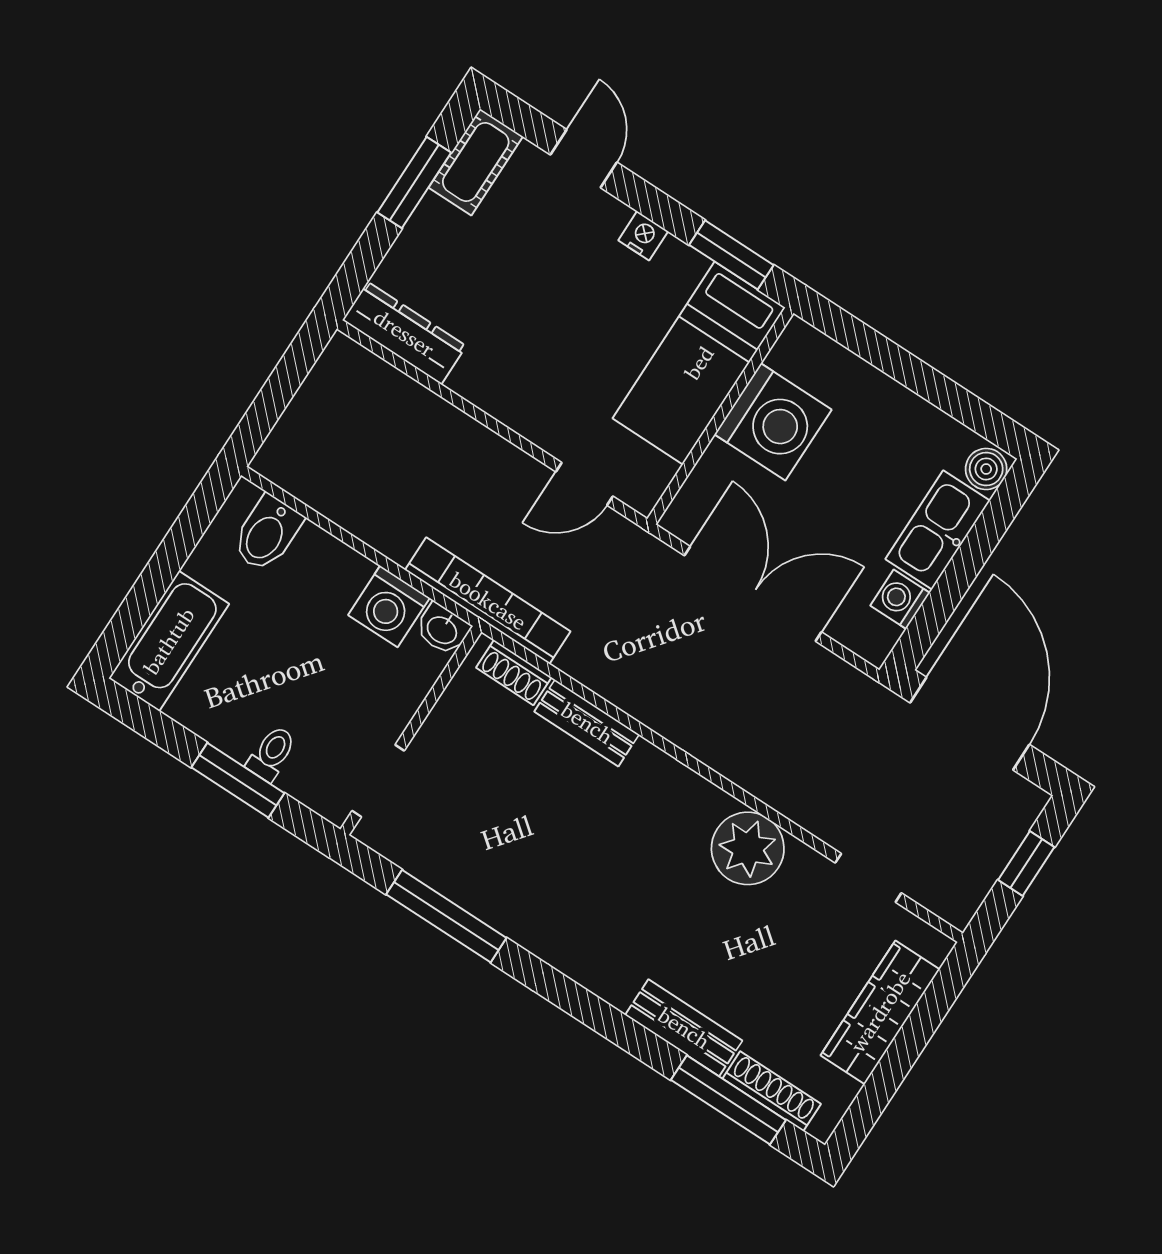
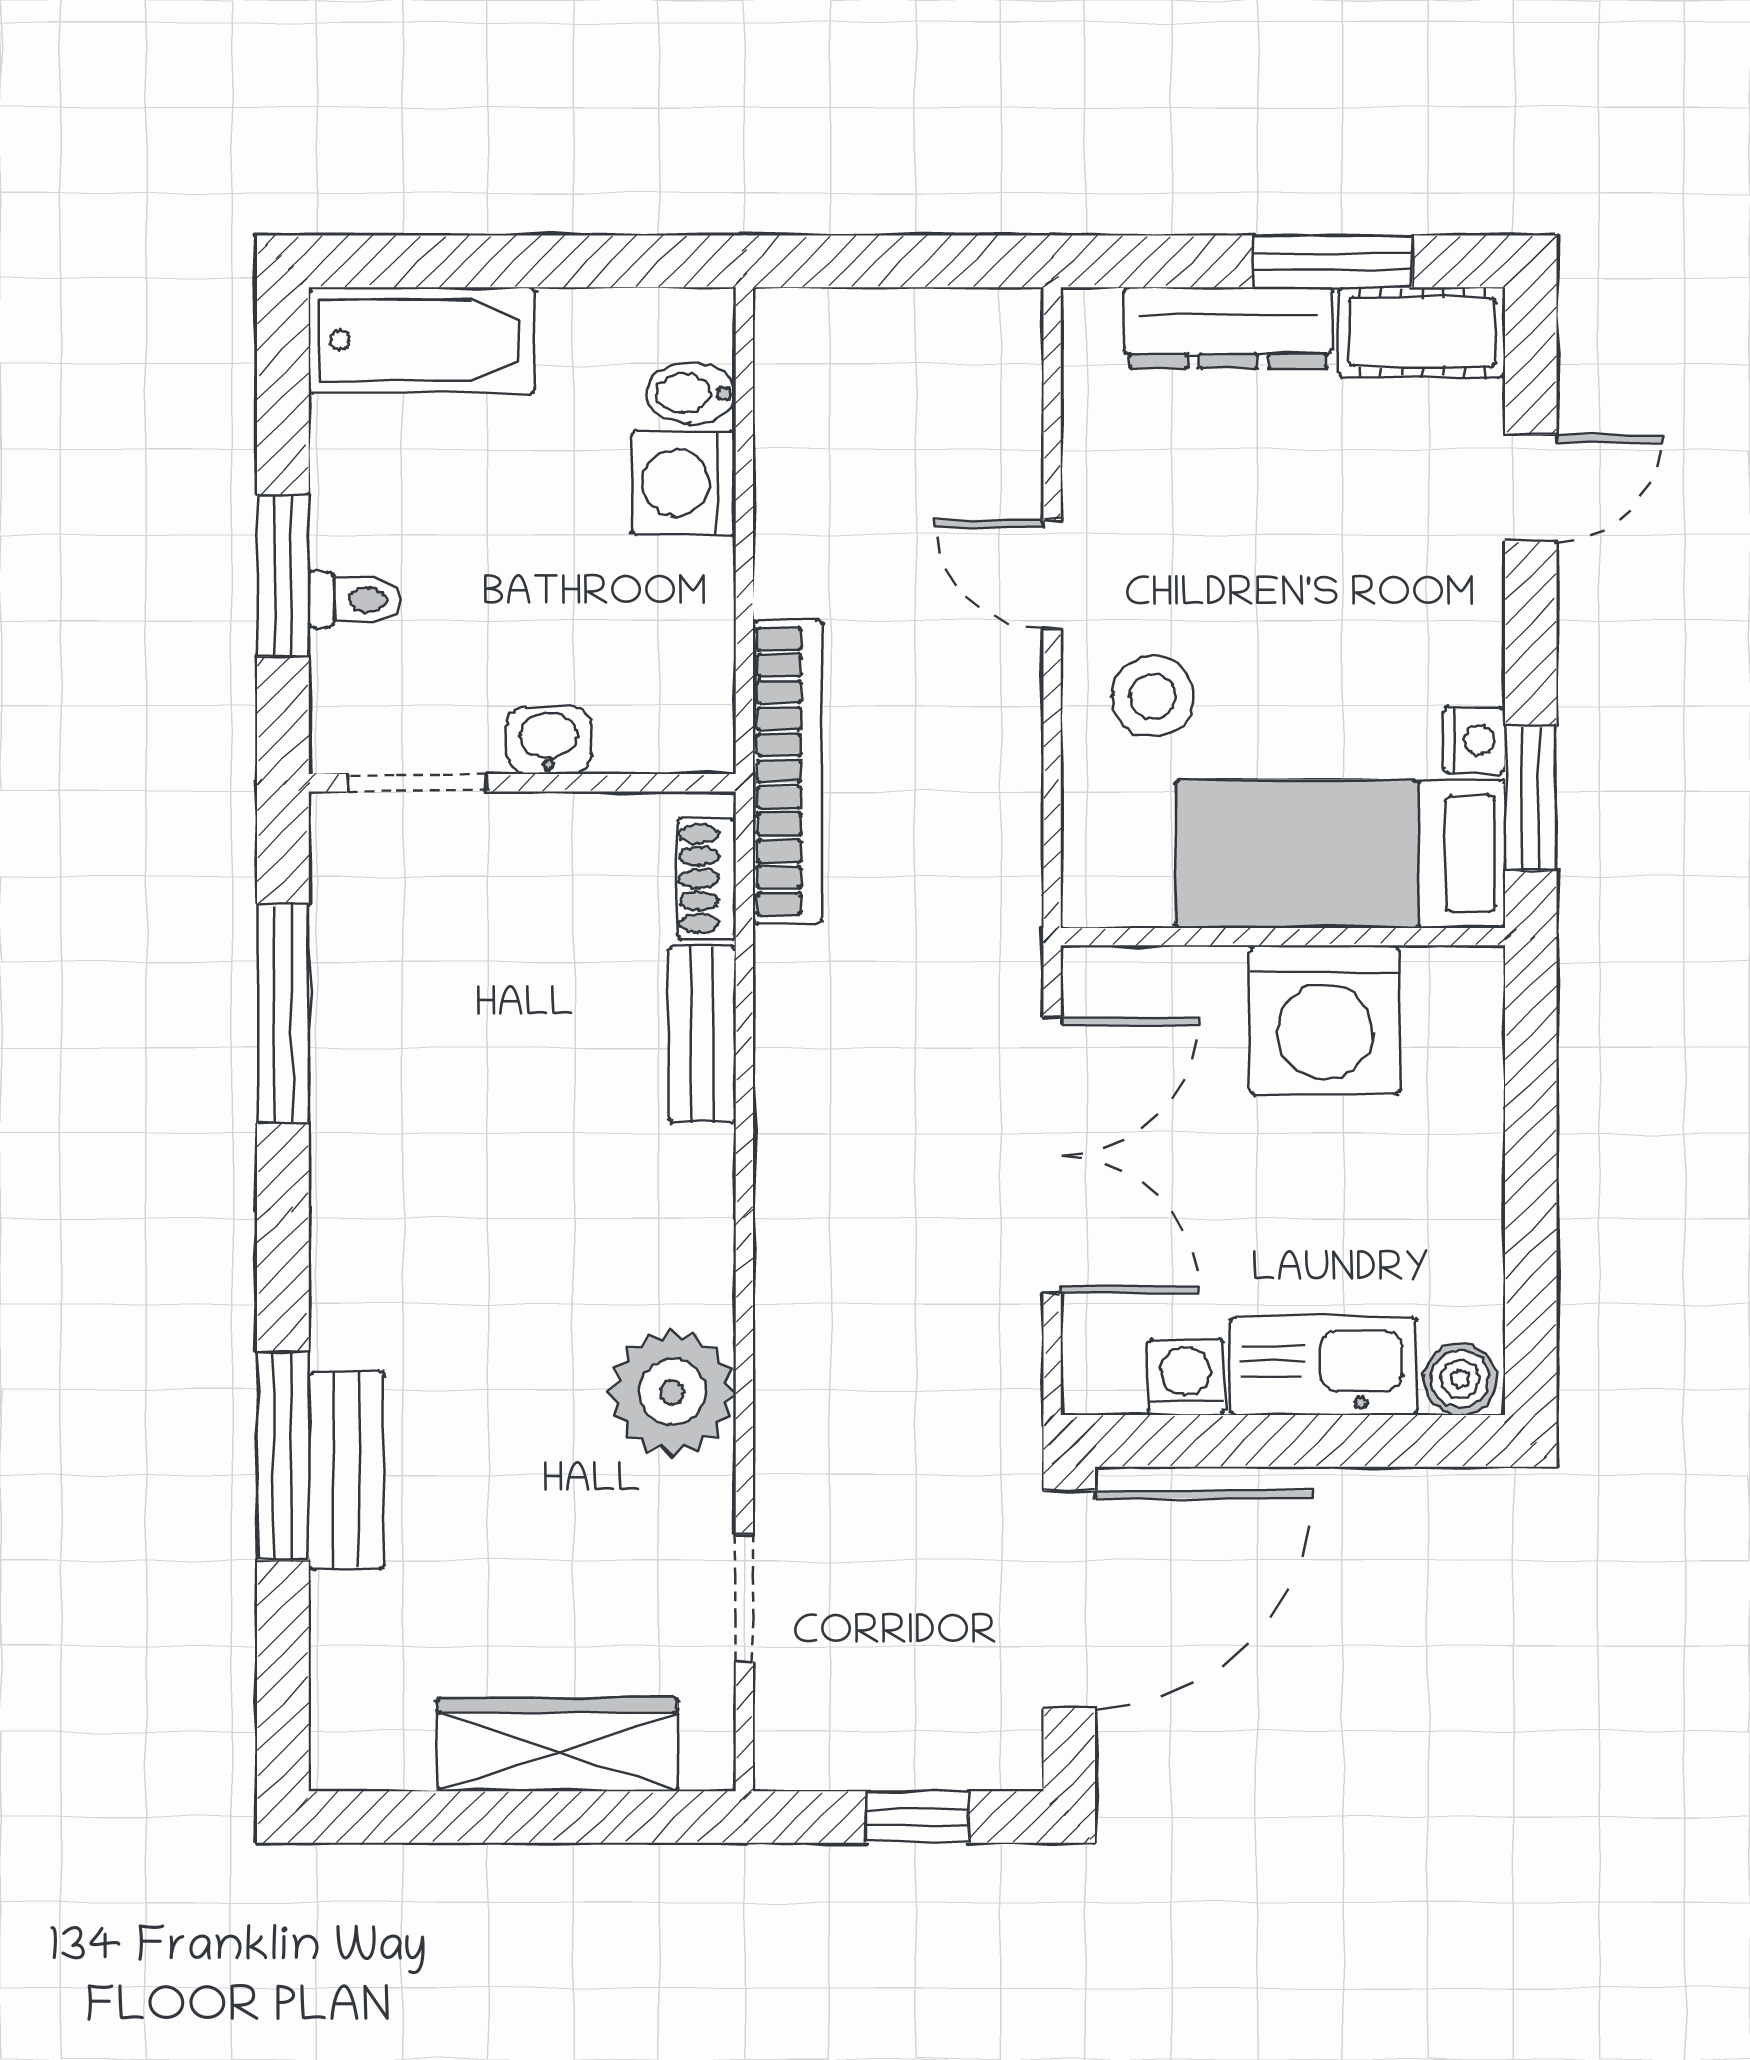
nightstand: (643, 236) -> (1474, 740), moved
dresser: (404, 333) -> (1228, 328), moved, turned 90
stool: (566, 403) -> (1153, 697), added
door: (584, 484) -> (1052, 574), moved
bidet: (267, 533) -> (691, 393), width x0.72, depth x0.74
washing machine: (389, 606) -> (684, 483), moved
washbasin: (443, 629) -> (549, 740), moved, turned 90
shoe rack: (772, 1091) -> (337, 1661), removed
window: (728, 1100) -> (283, 1456), moved

